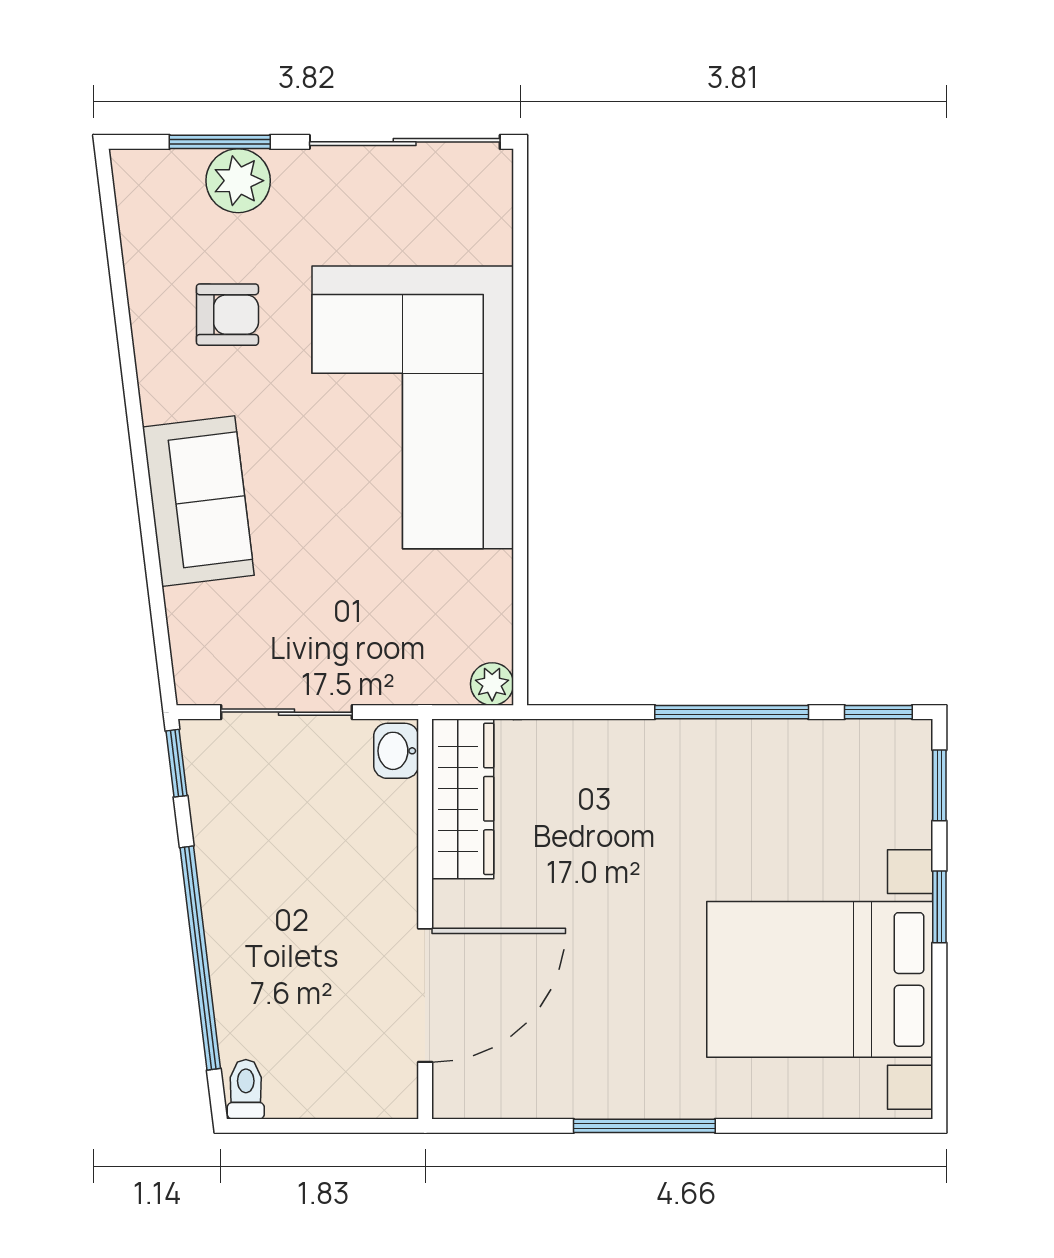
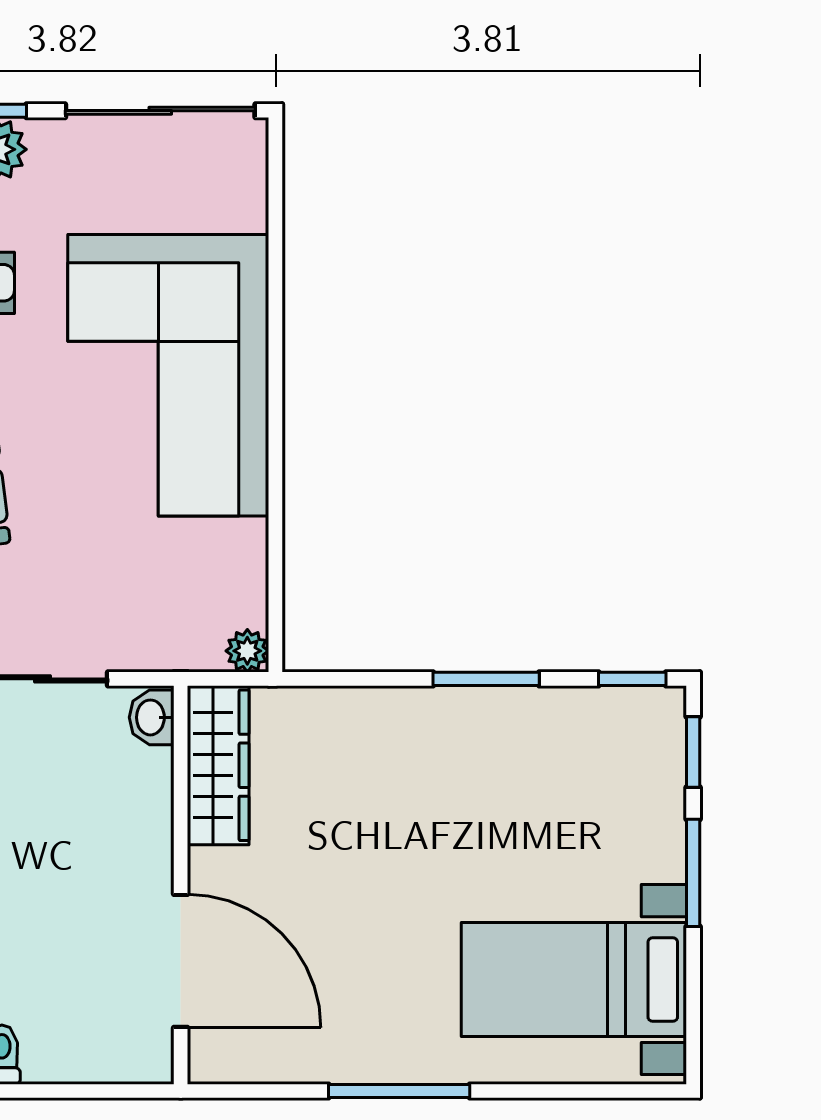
window: (732, 712) -> (486, 679), width x0.69
window: (939, 907) -> (693, 873), width x1.50
bed with nightstands: (820, 979) -> (574, 980), width x0.73
door: (425, 995) -> (181, 961), hinge flipped

